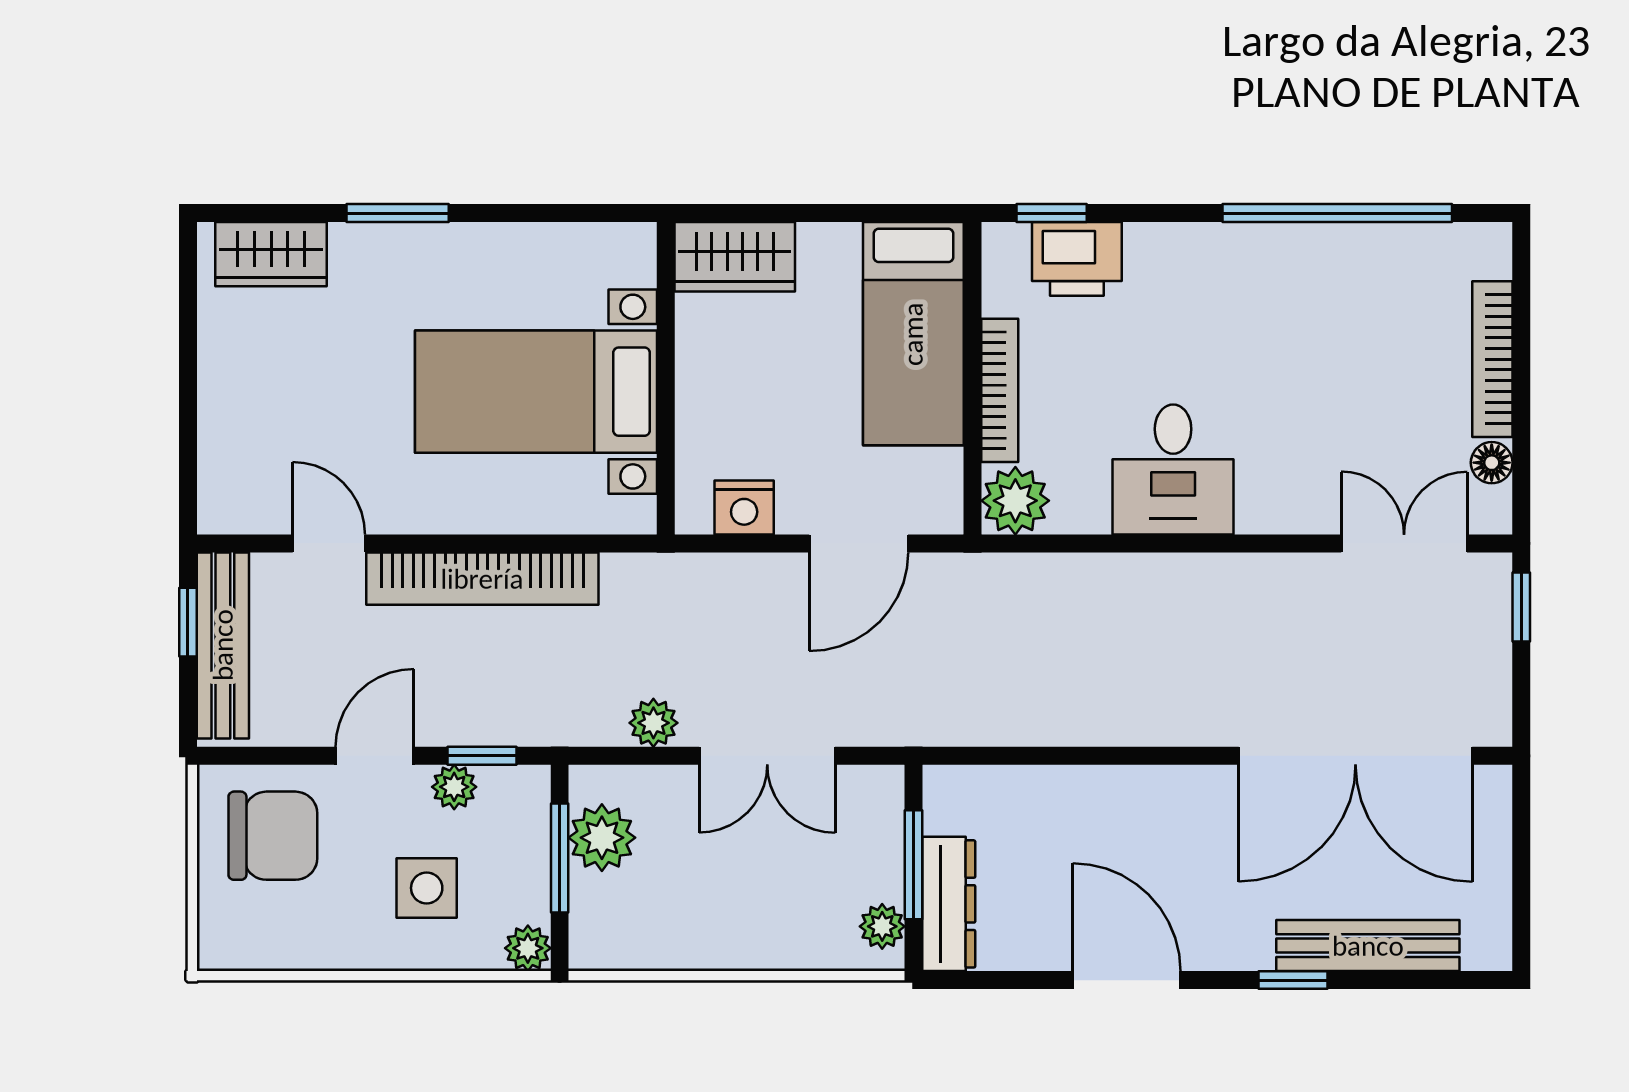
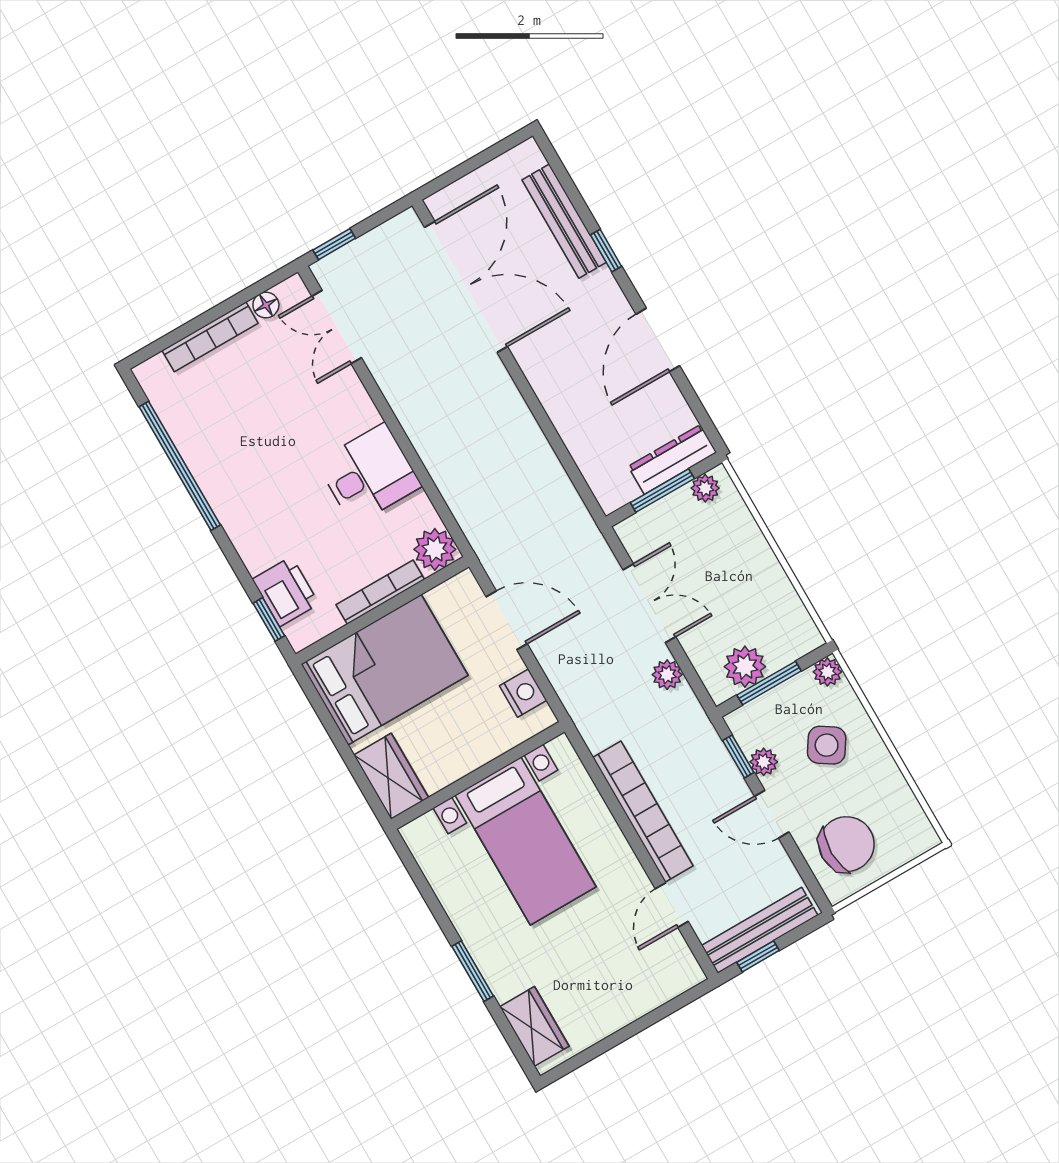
bed: (913, 334) -> (385, 670), width x1.50
chair: (273, 836) -> (846, 844), turned 90
side table: (427, 888) -> (827, 745), turned 33

